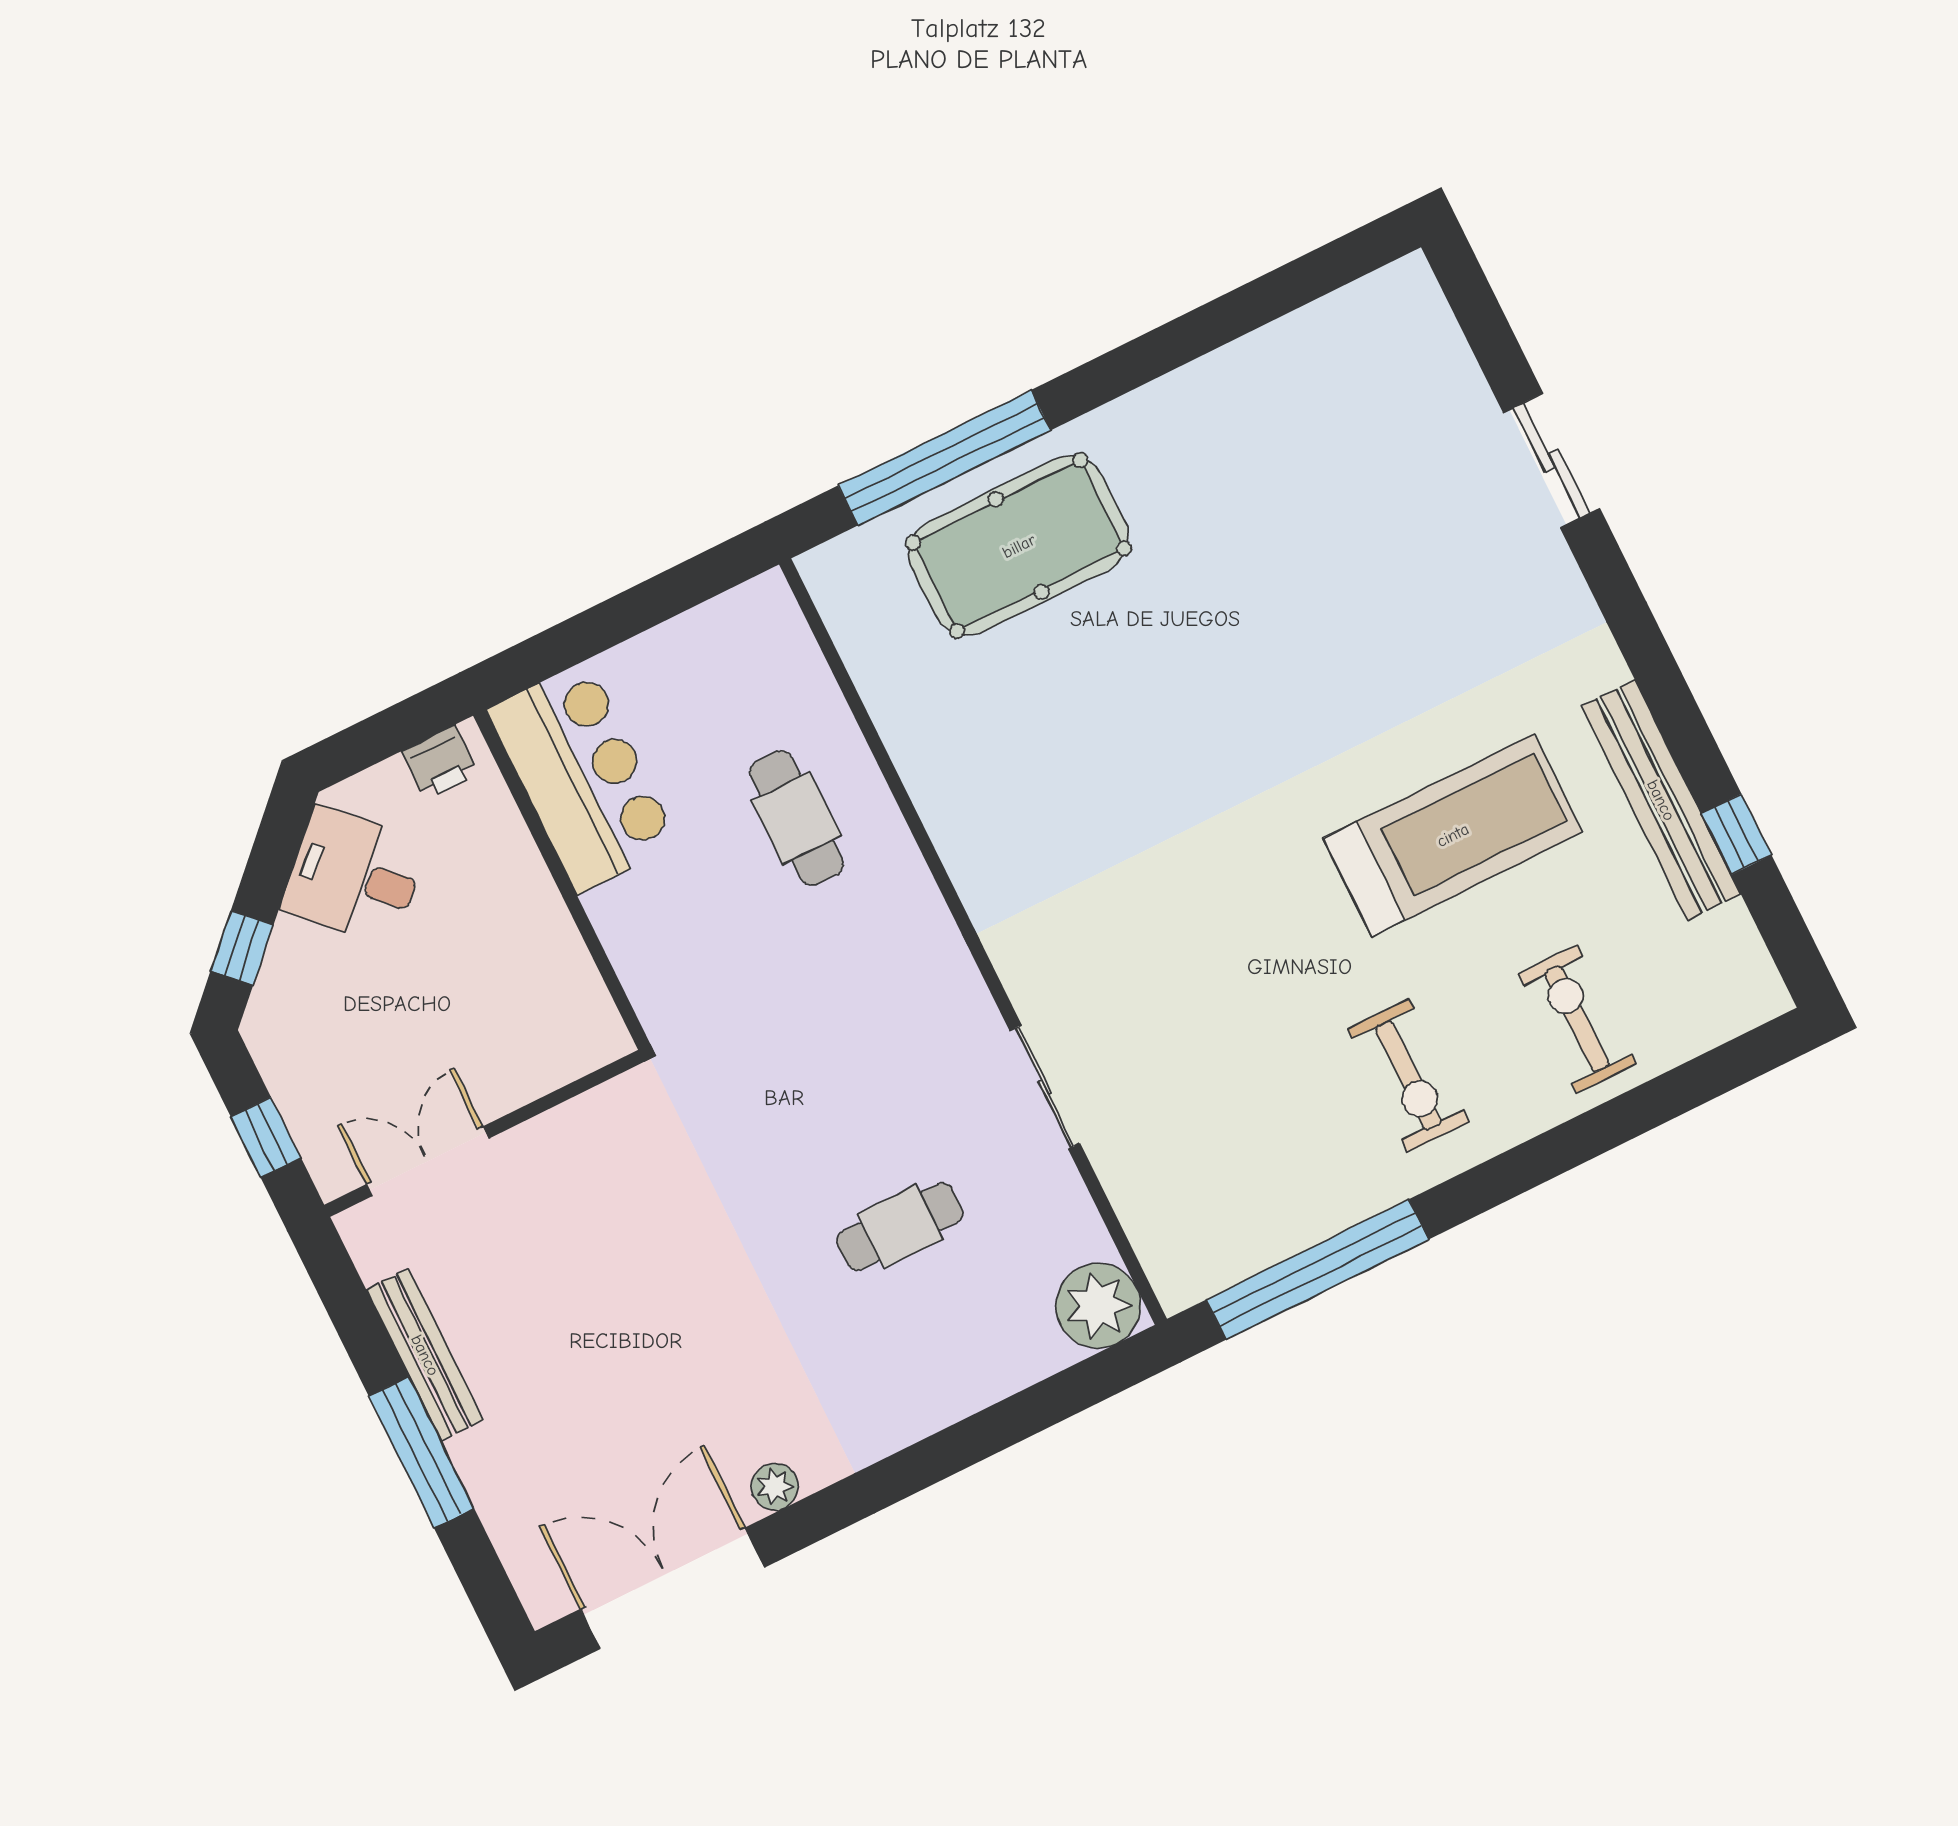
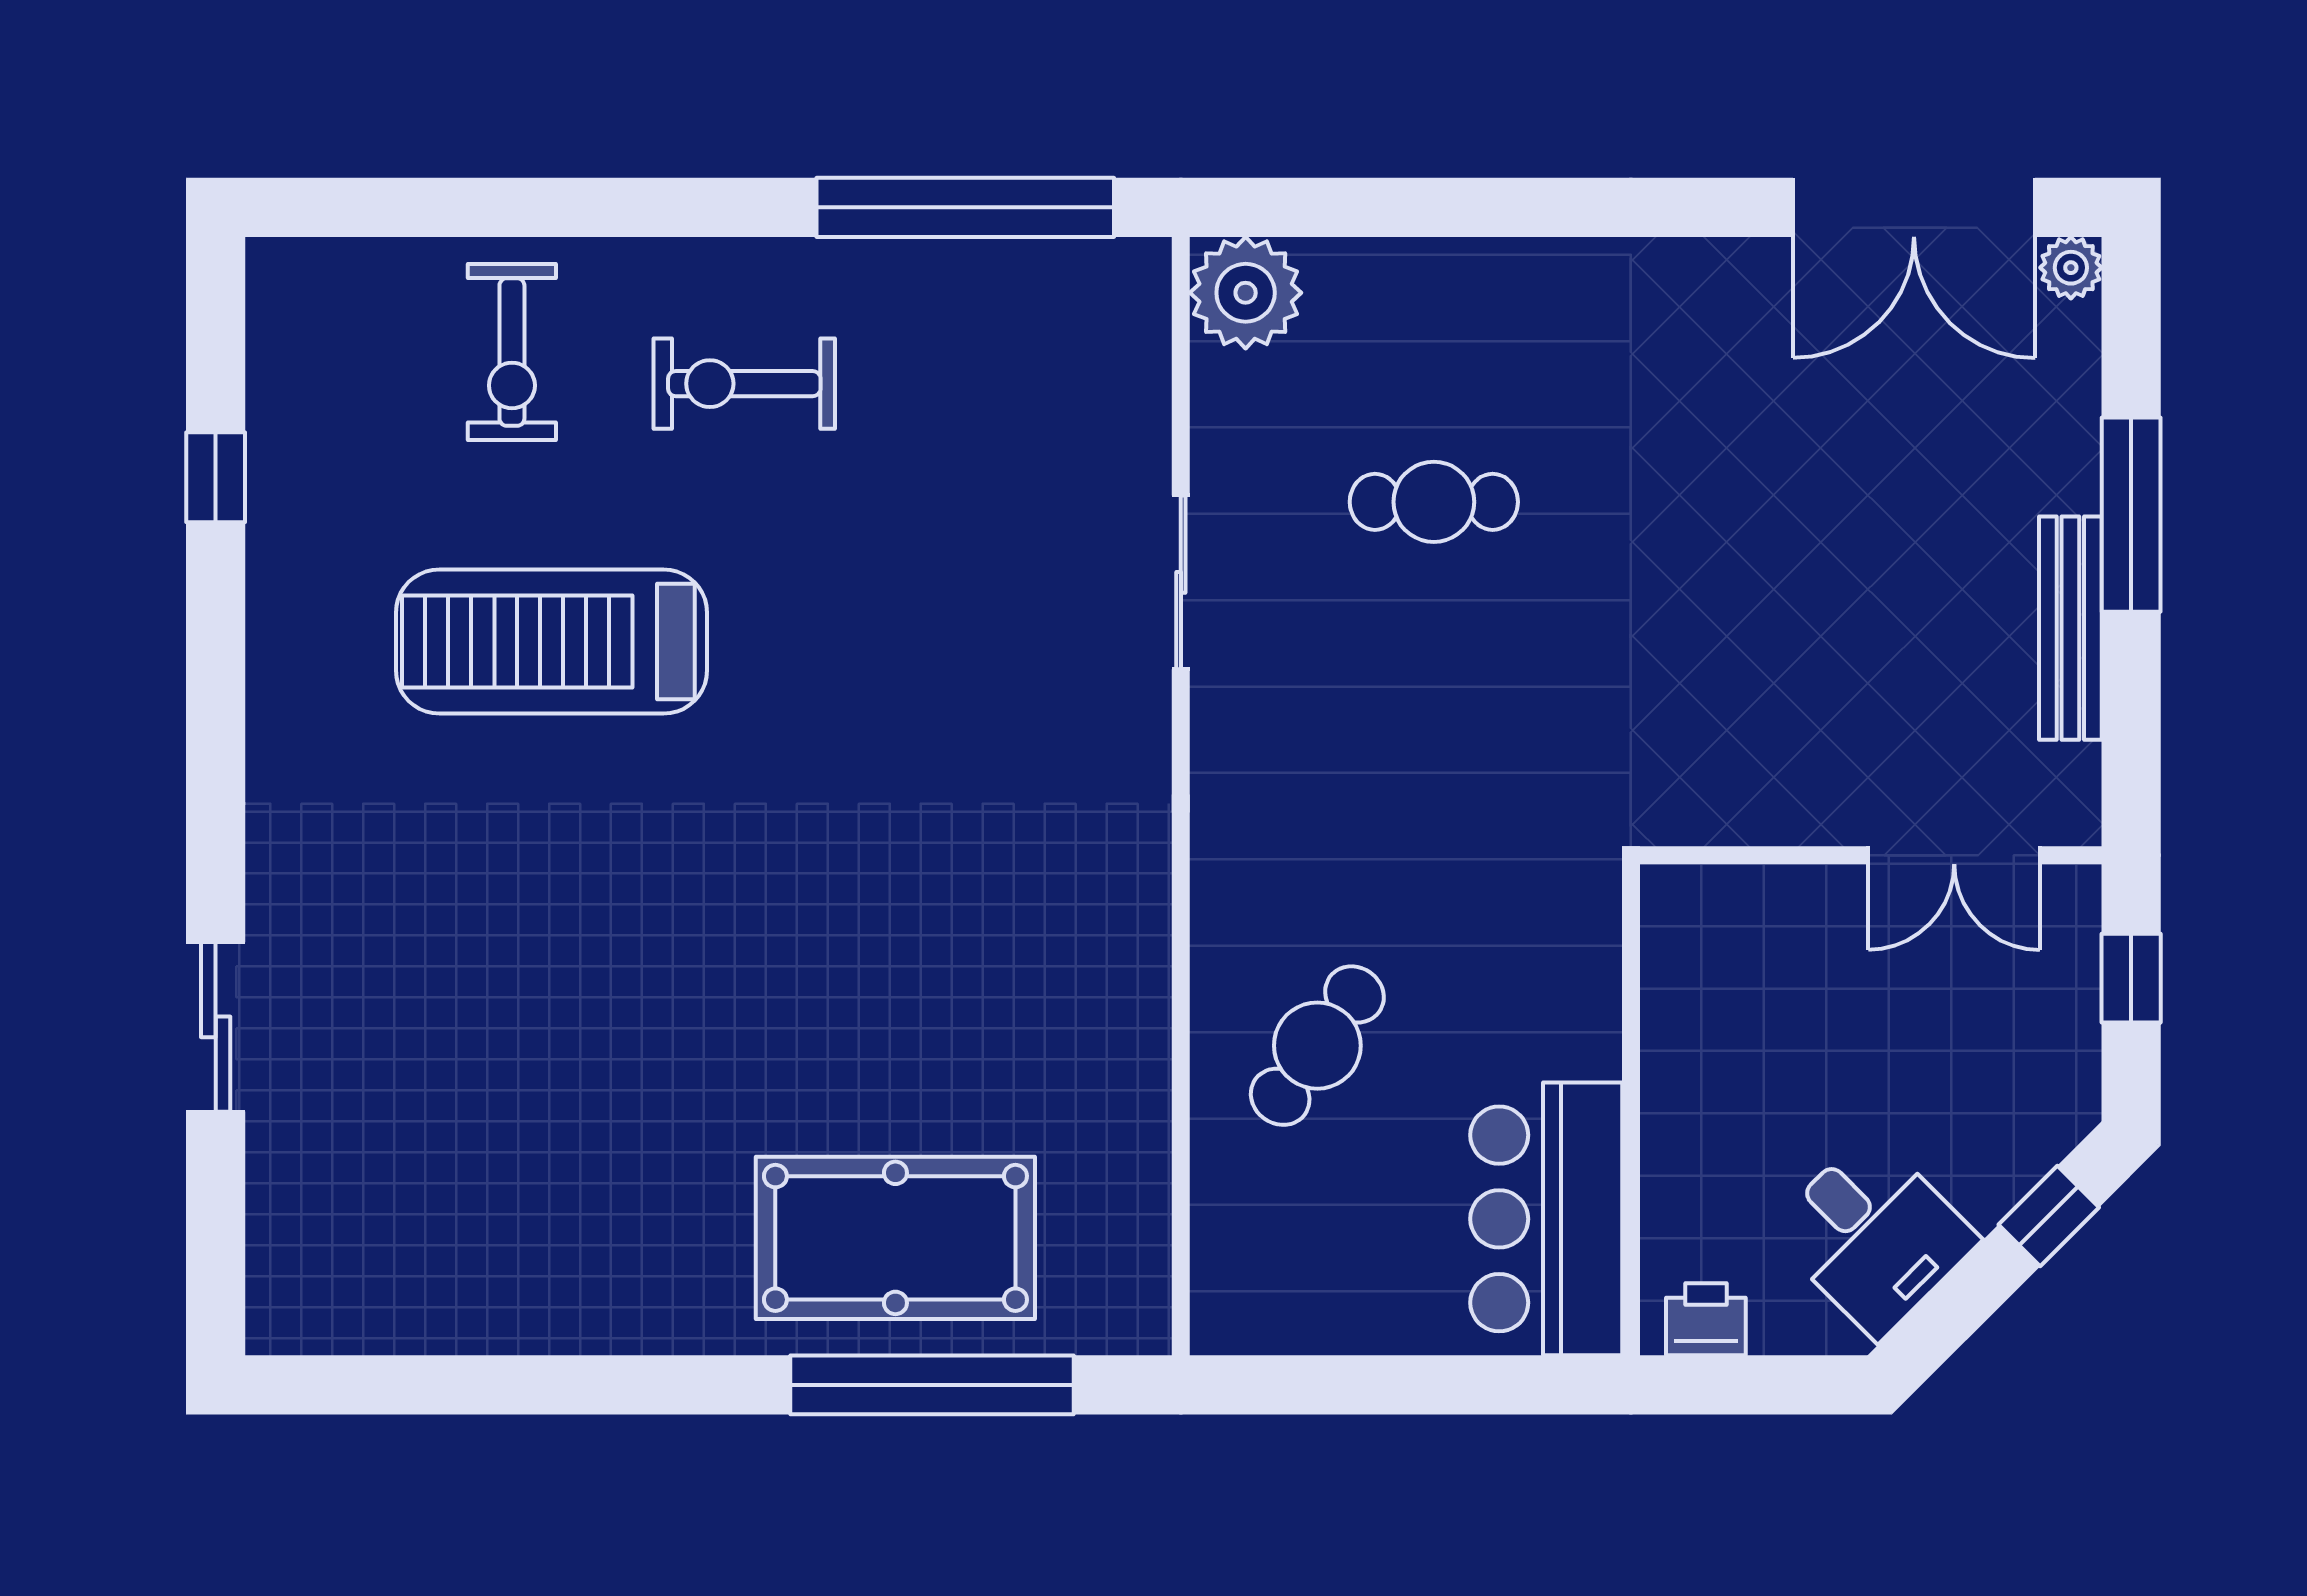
bench: (1661, 800) -> (284, 561), removed
cafe table: (796, 818) -> (1317, 1046), turned 36
exercise bike: (1408, 1075) -> (744, 384), turned -90
plant: (775, 1487) -> (2071, 268), moved

